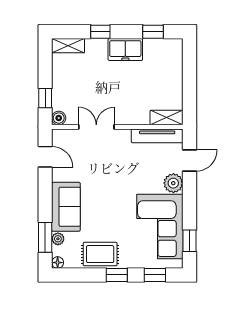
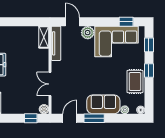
window: (45, 237) -> (94, 118), moved

